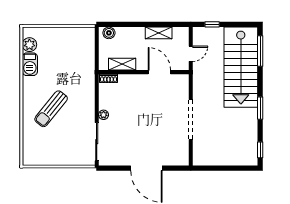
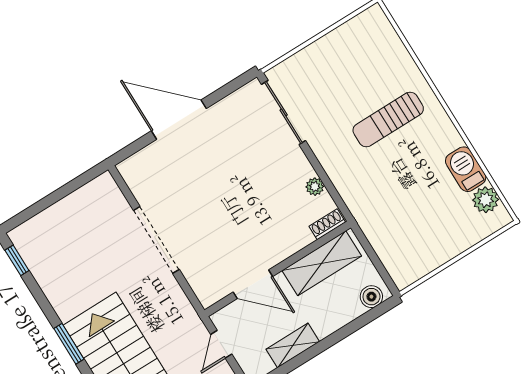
shelving: (122, 64) -> (322, 263), width x1.50, depth x1.33
window: (260, 108) -> (69, 344), moved
sun lounger: (51, 109) -> (388, 120), turned -129
plant: (104, 115) -> (315, 187), moved

